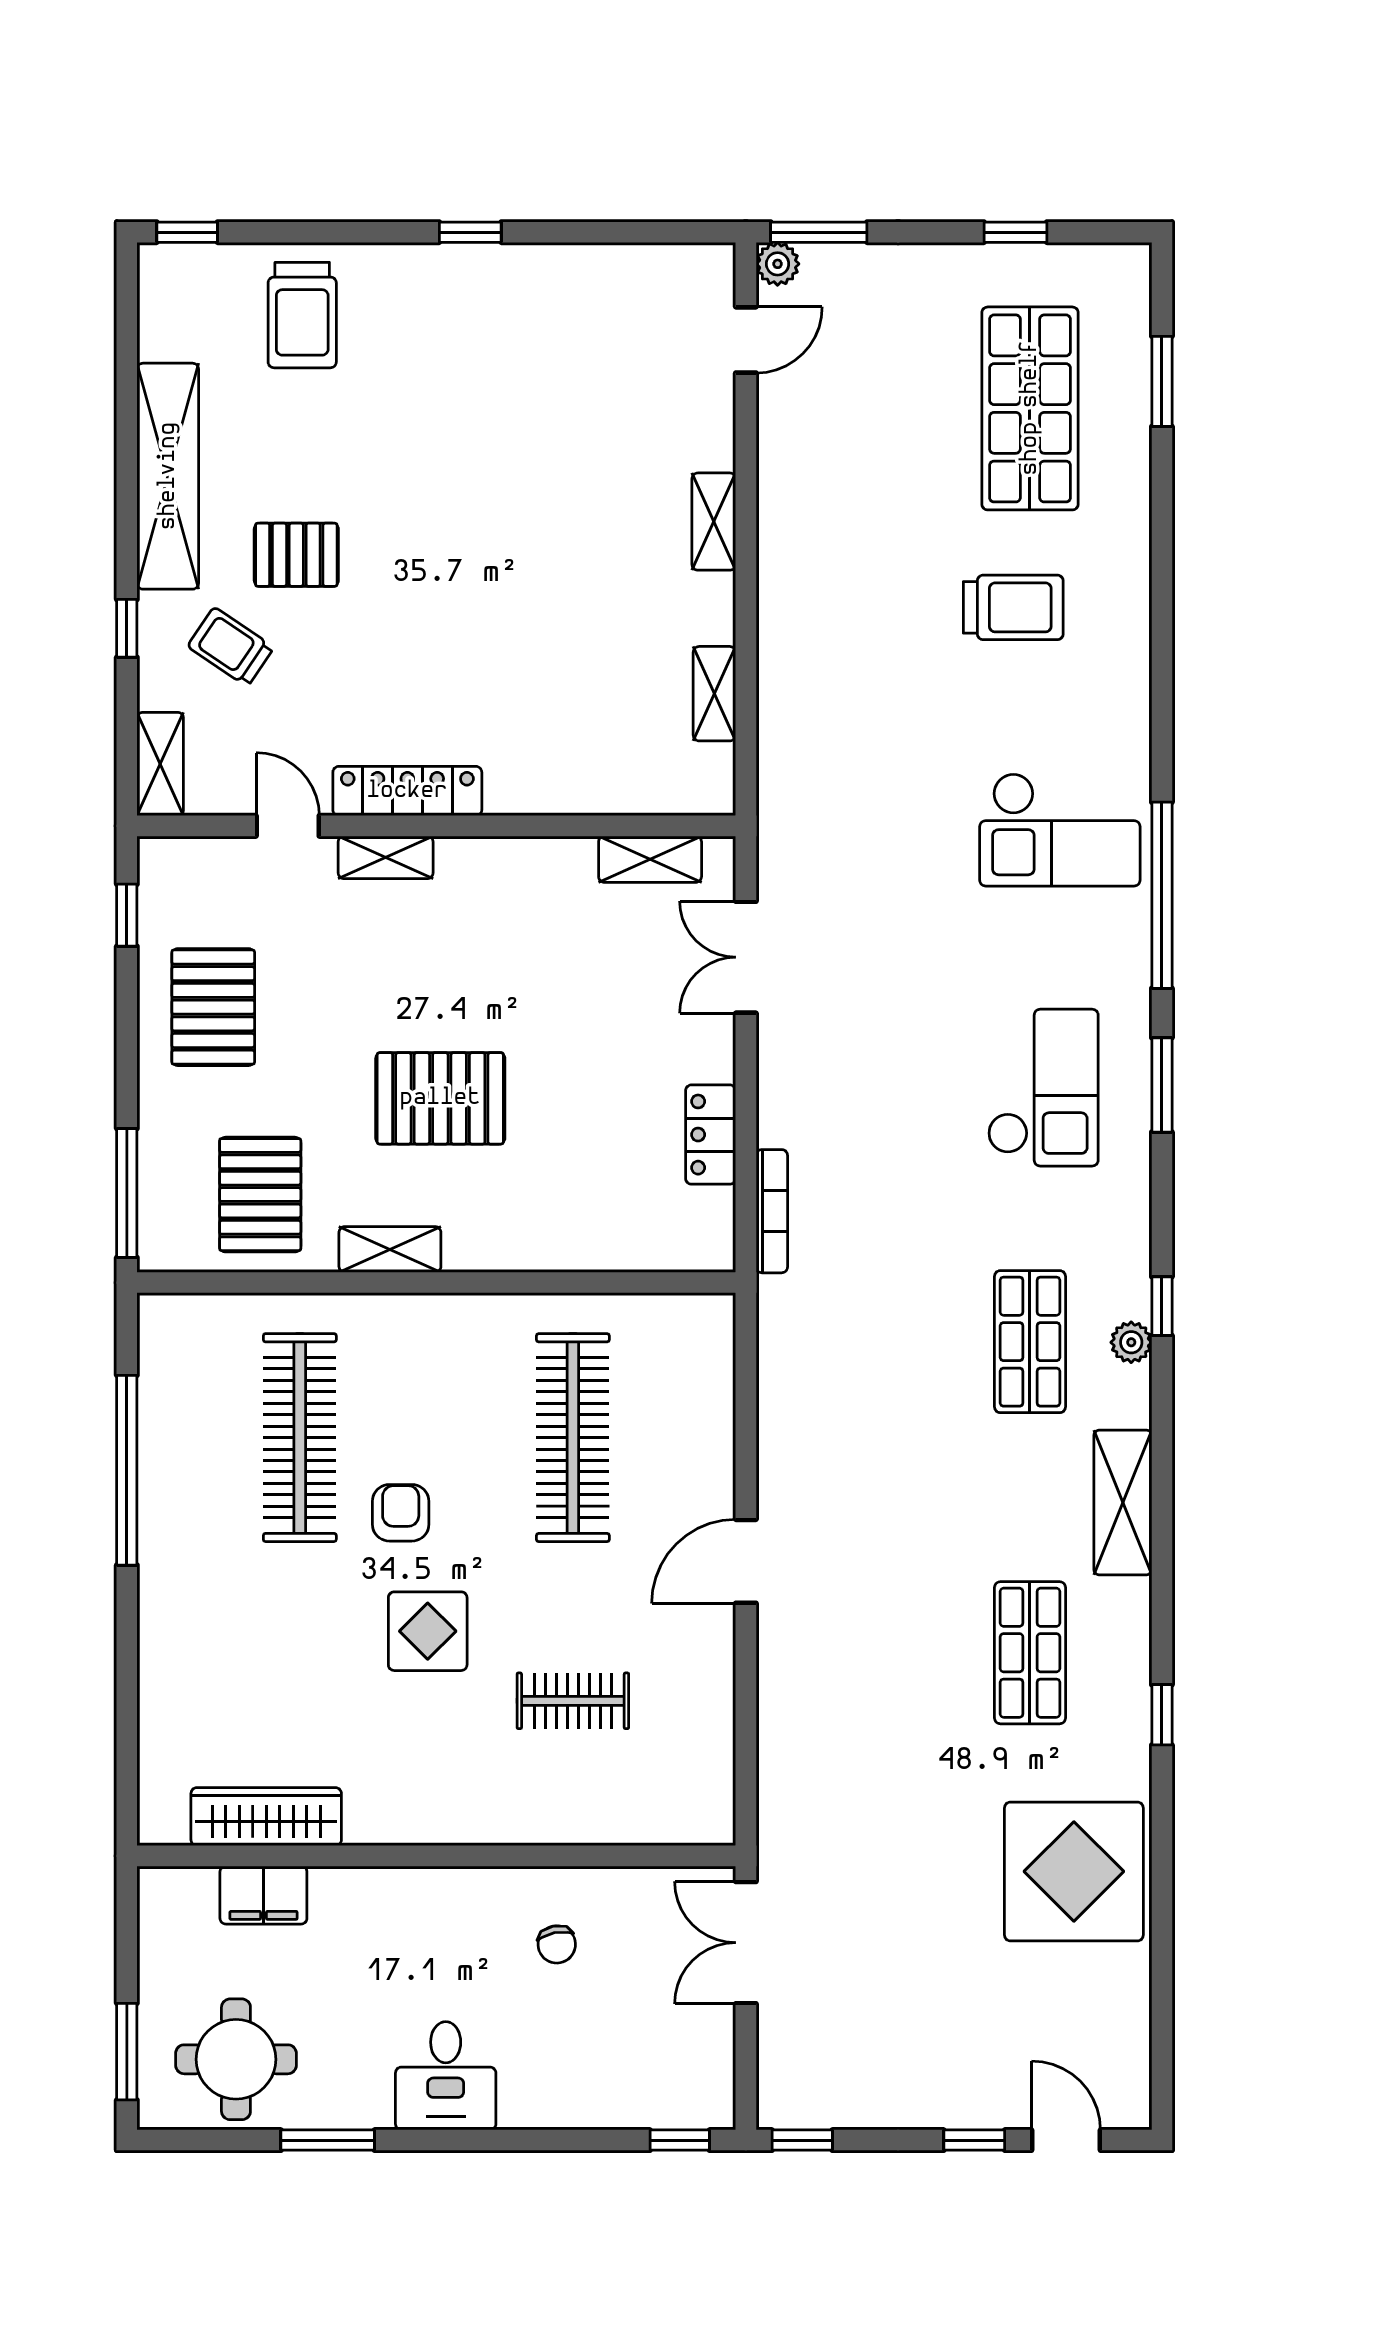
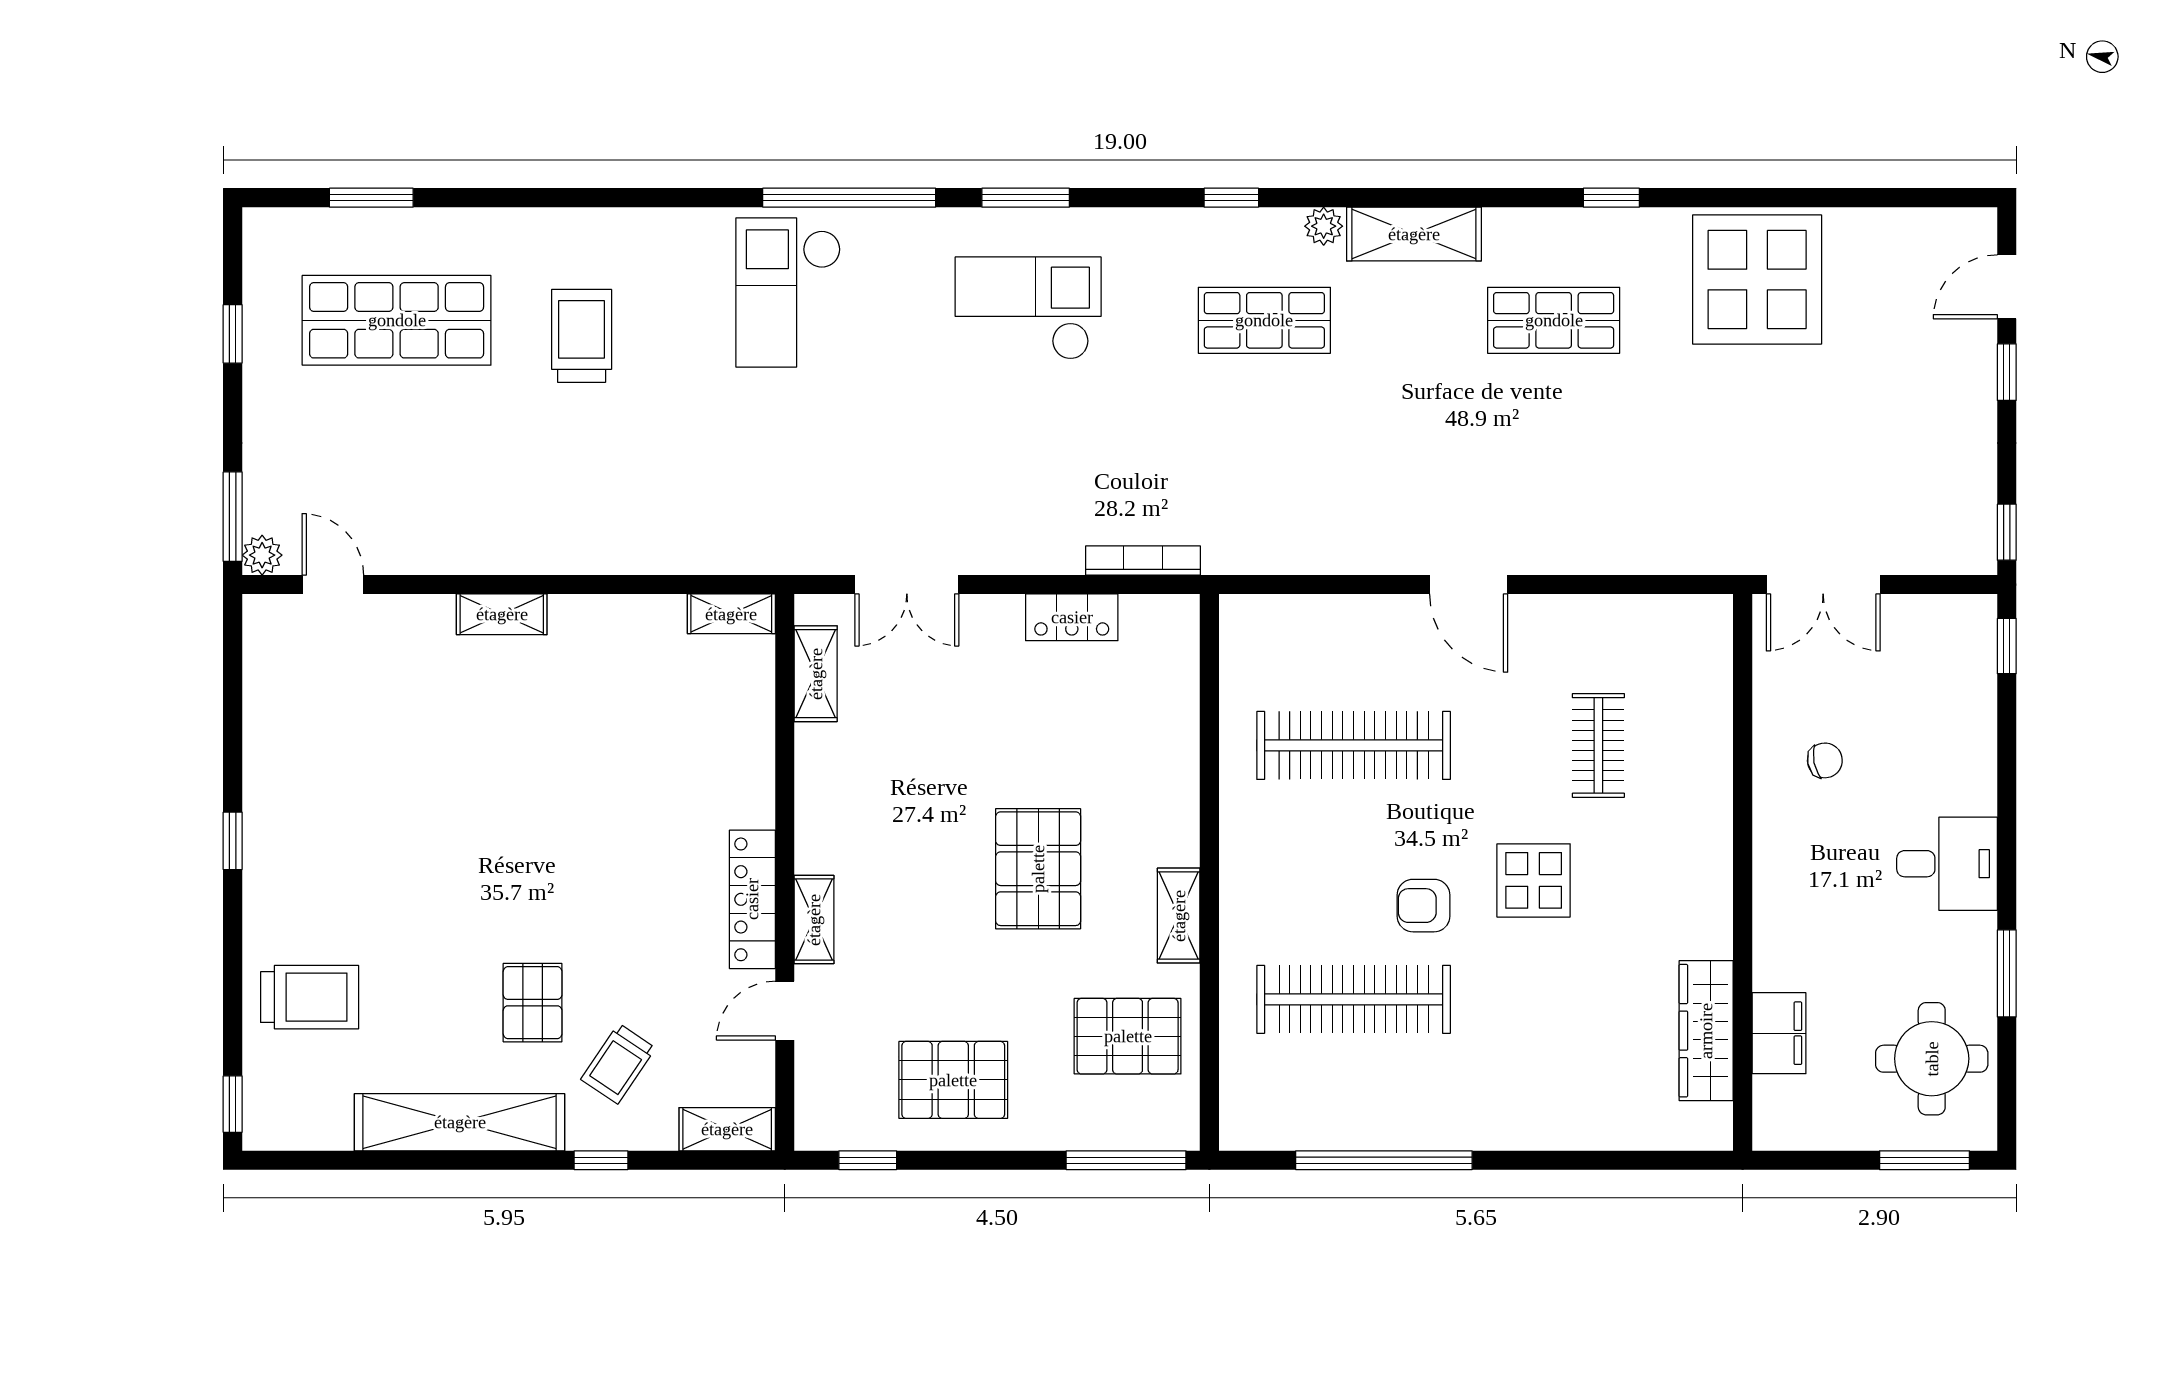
shelving: (714, 694) -> (731, 614), moved
checkout: (1060, 830) -> (788, 293), turned 180
plant: (1131, 1342) -> (1324, 226), moved

